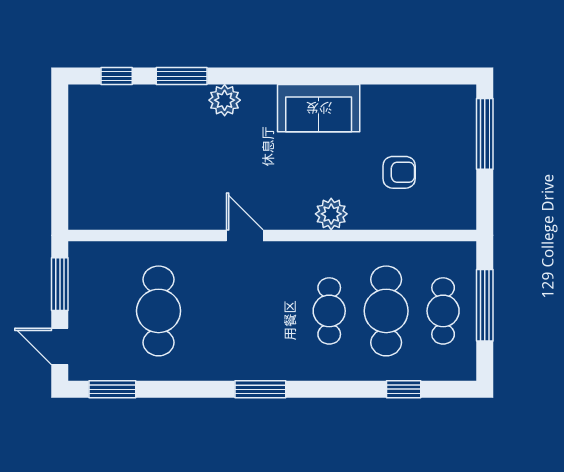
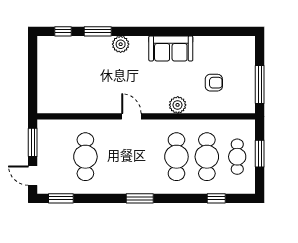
window: (485, 134) -> (260, 84), moved
window: (485, 305) -> (260, 154), width x0.69
cafe table: (329, 311) -> (176, 157), width x1.37, depth x1.35

